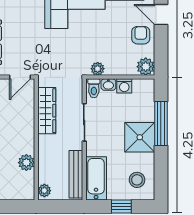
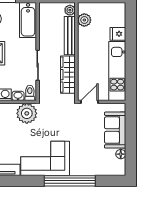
plant: (98, 69) -> (27, 113), width x1.87, depth x1.87
plant: (26, 163) -> (84, 20), moved
bench: (76, 174) -> (70, 36), moved

